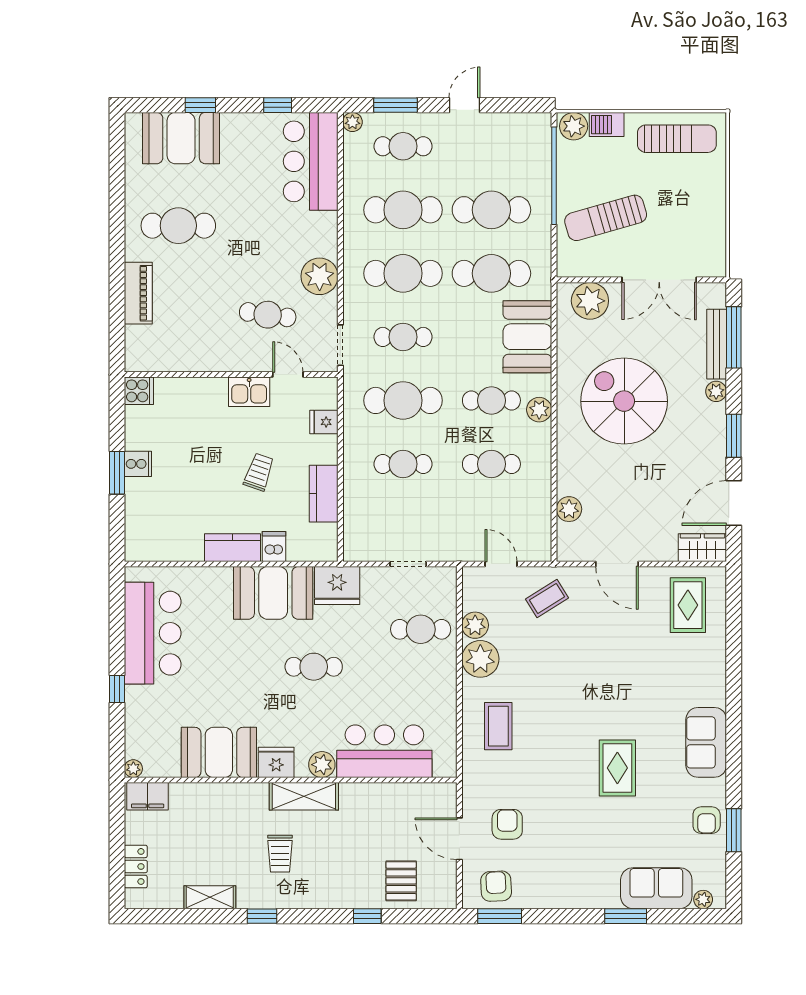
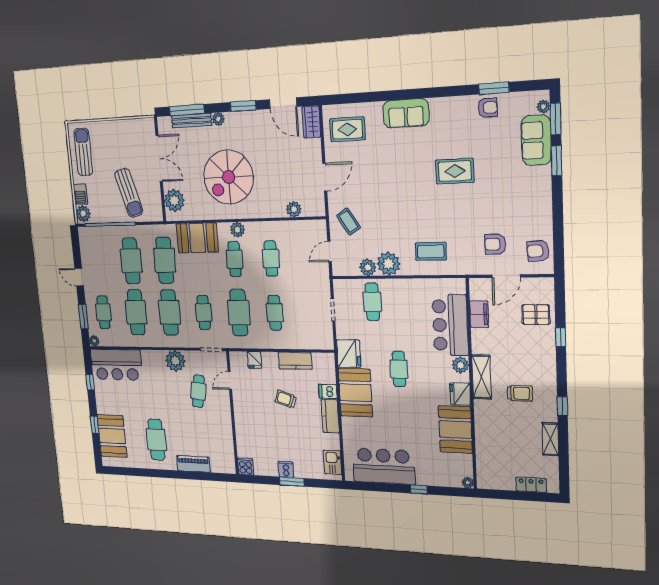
kitchen sink: (249, 392) -> (333, 462), moved, turned 180
sofa: (706, 742) -> (406, 113), moved
filing cabinet: (148, 796) -> (479, 314), moved
window: (500, 916) -> (556, 119), moved

